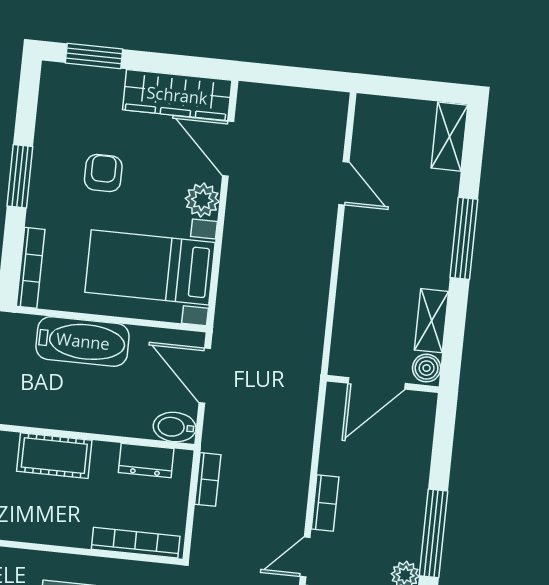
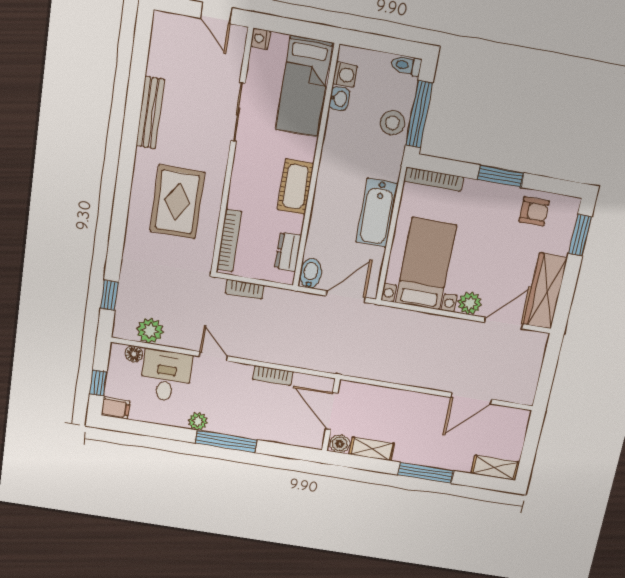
armchair: (103, 173) -> (534, 211), moved
door: (344, 183) -> (471, 398), width x1.38
bookcase: (208, 479) -> (245, 289), moved
bookcase: (325, 503) -> (273, 376), moved

